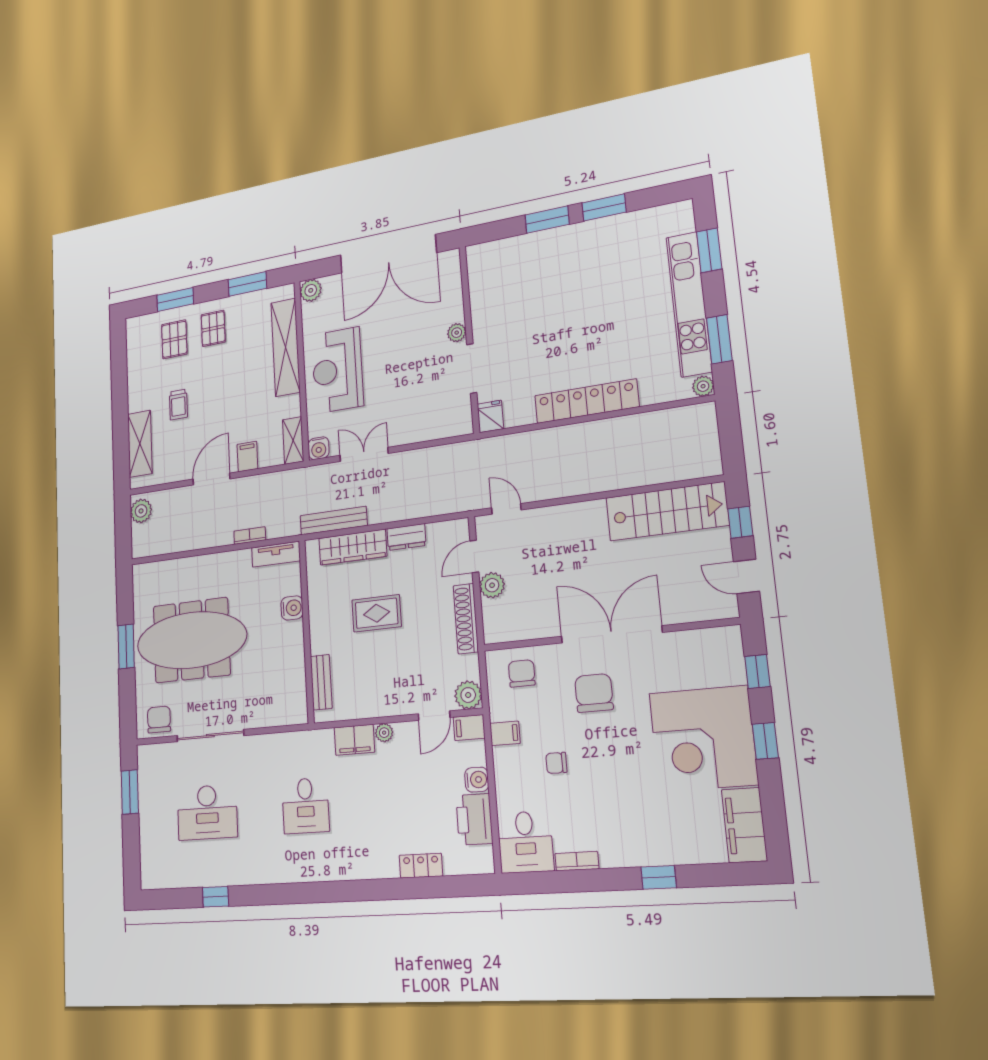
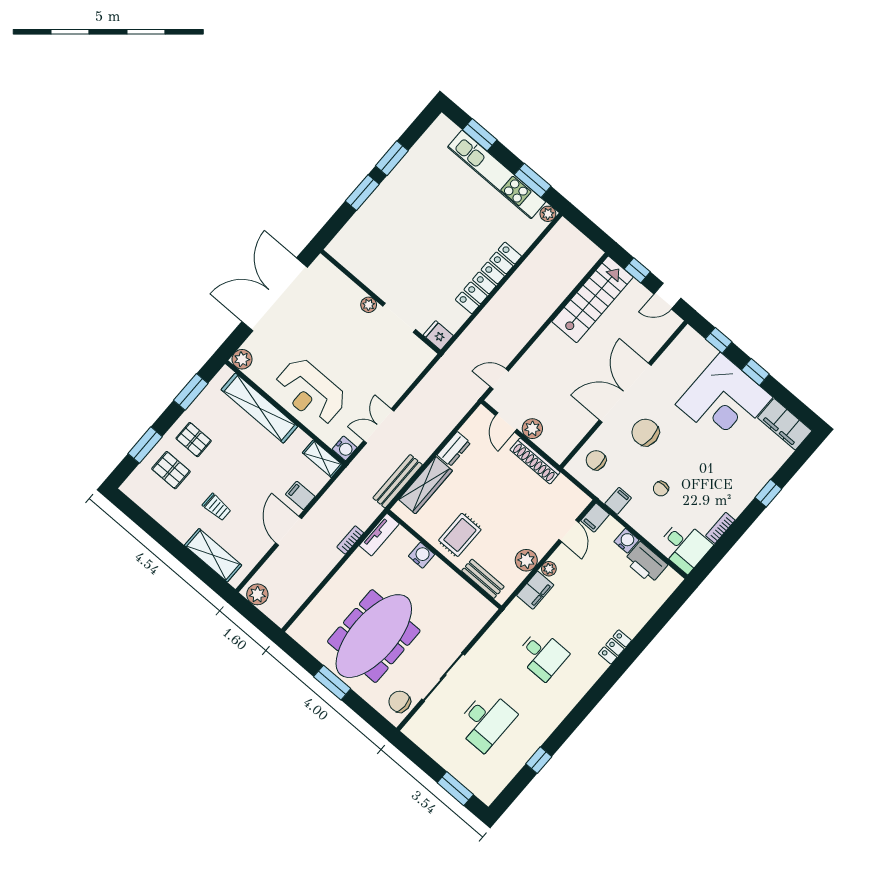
double door: (388, 254) -> (275, 294), swing flipped
rug: (377, 613) -> (460, 535), moved
plant: (468, 695) -> (526, 560), moved
window: (130, 792) -> (455, 789), moved
locker: (421, 866) -> (615, 647), moved

